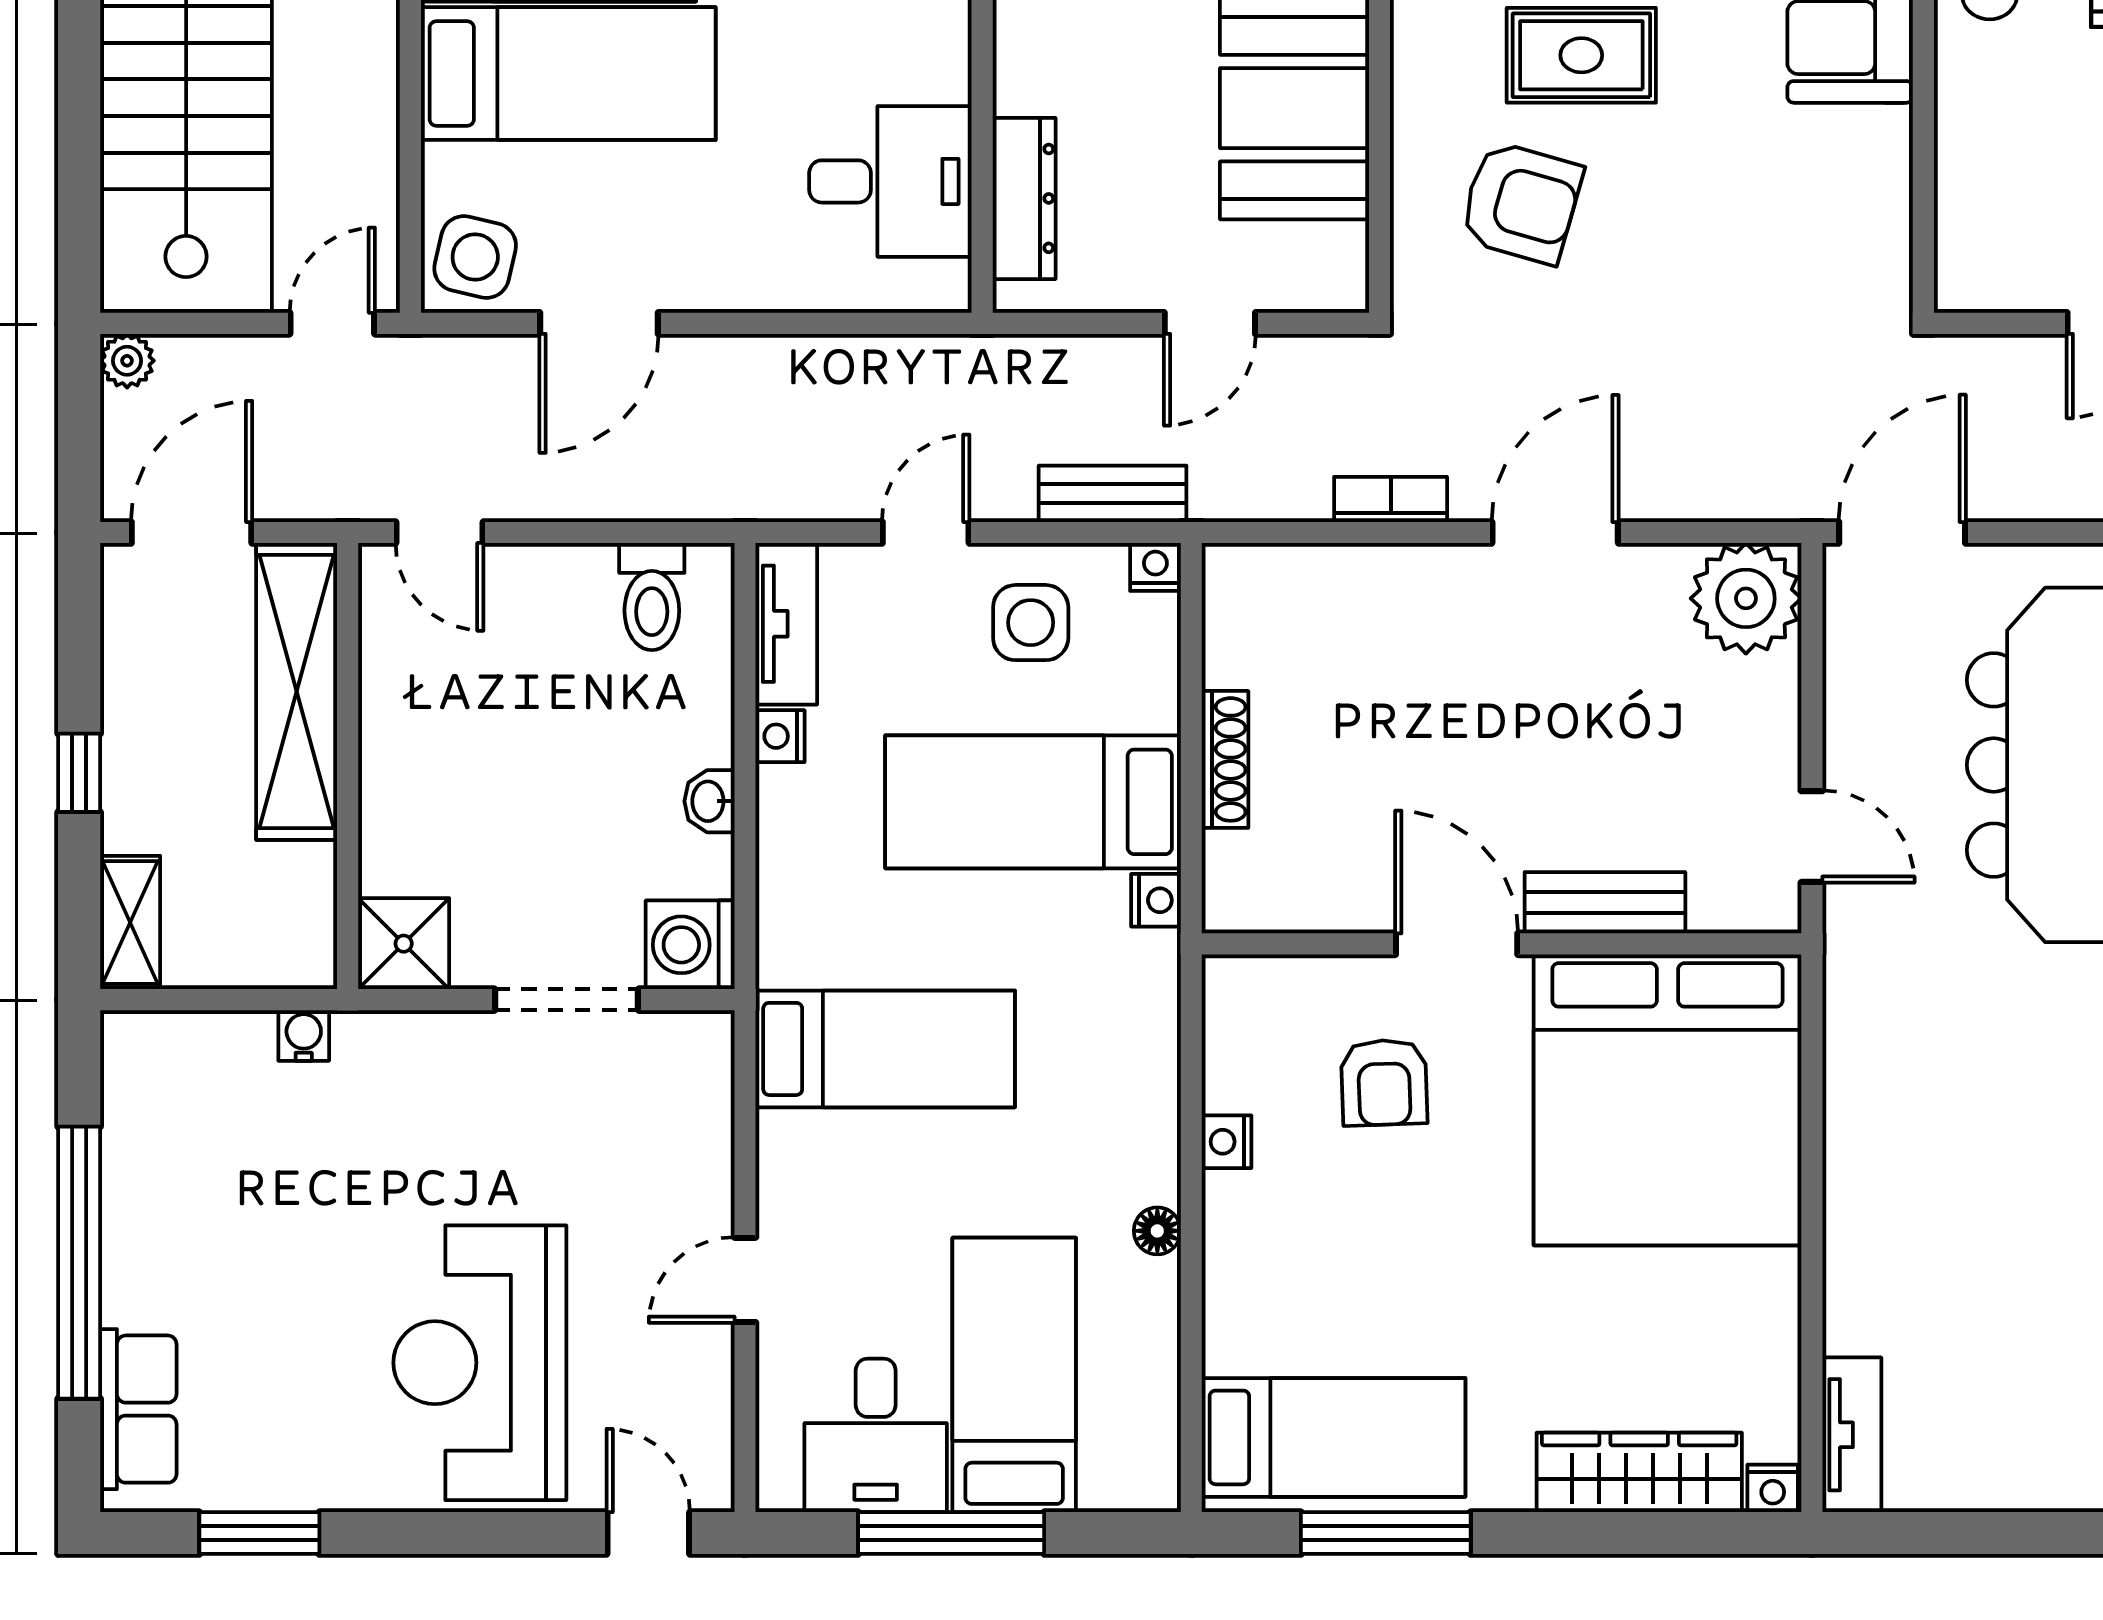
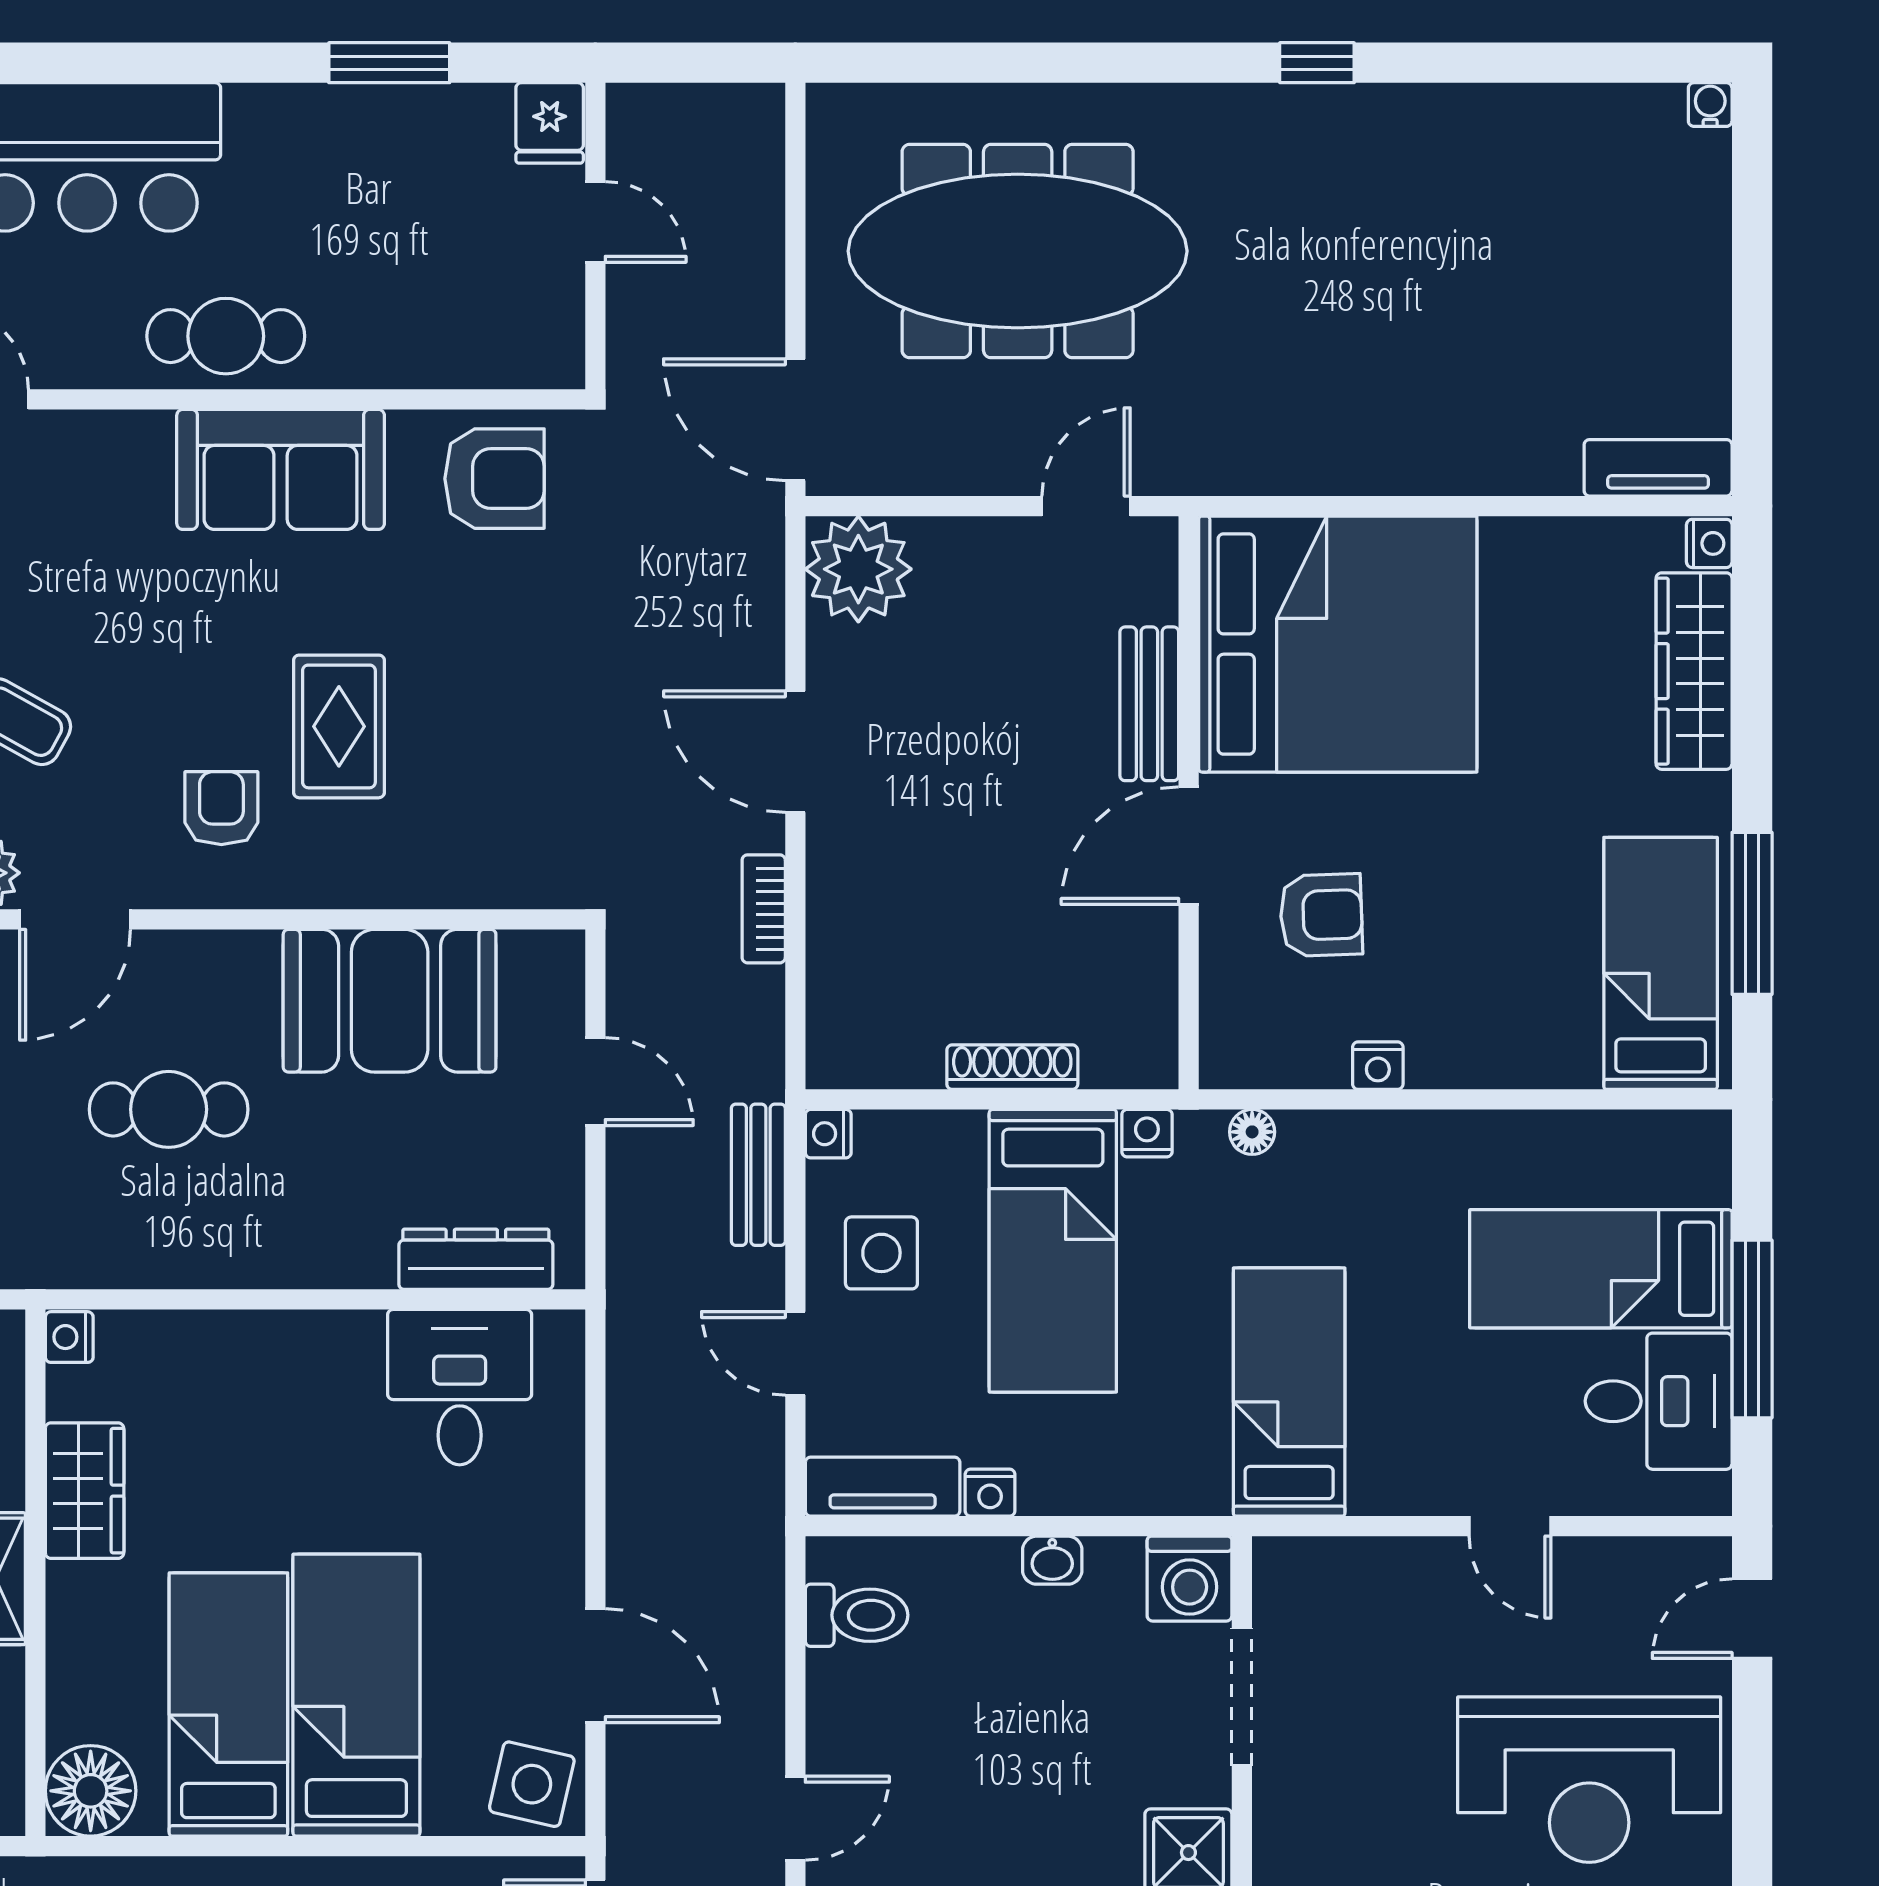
armchair: (1521, 203) -> (494, 479), moved, turned 74
floor lamp: (1157, 1231) -> (1252, 1132), moved

